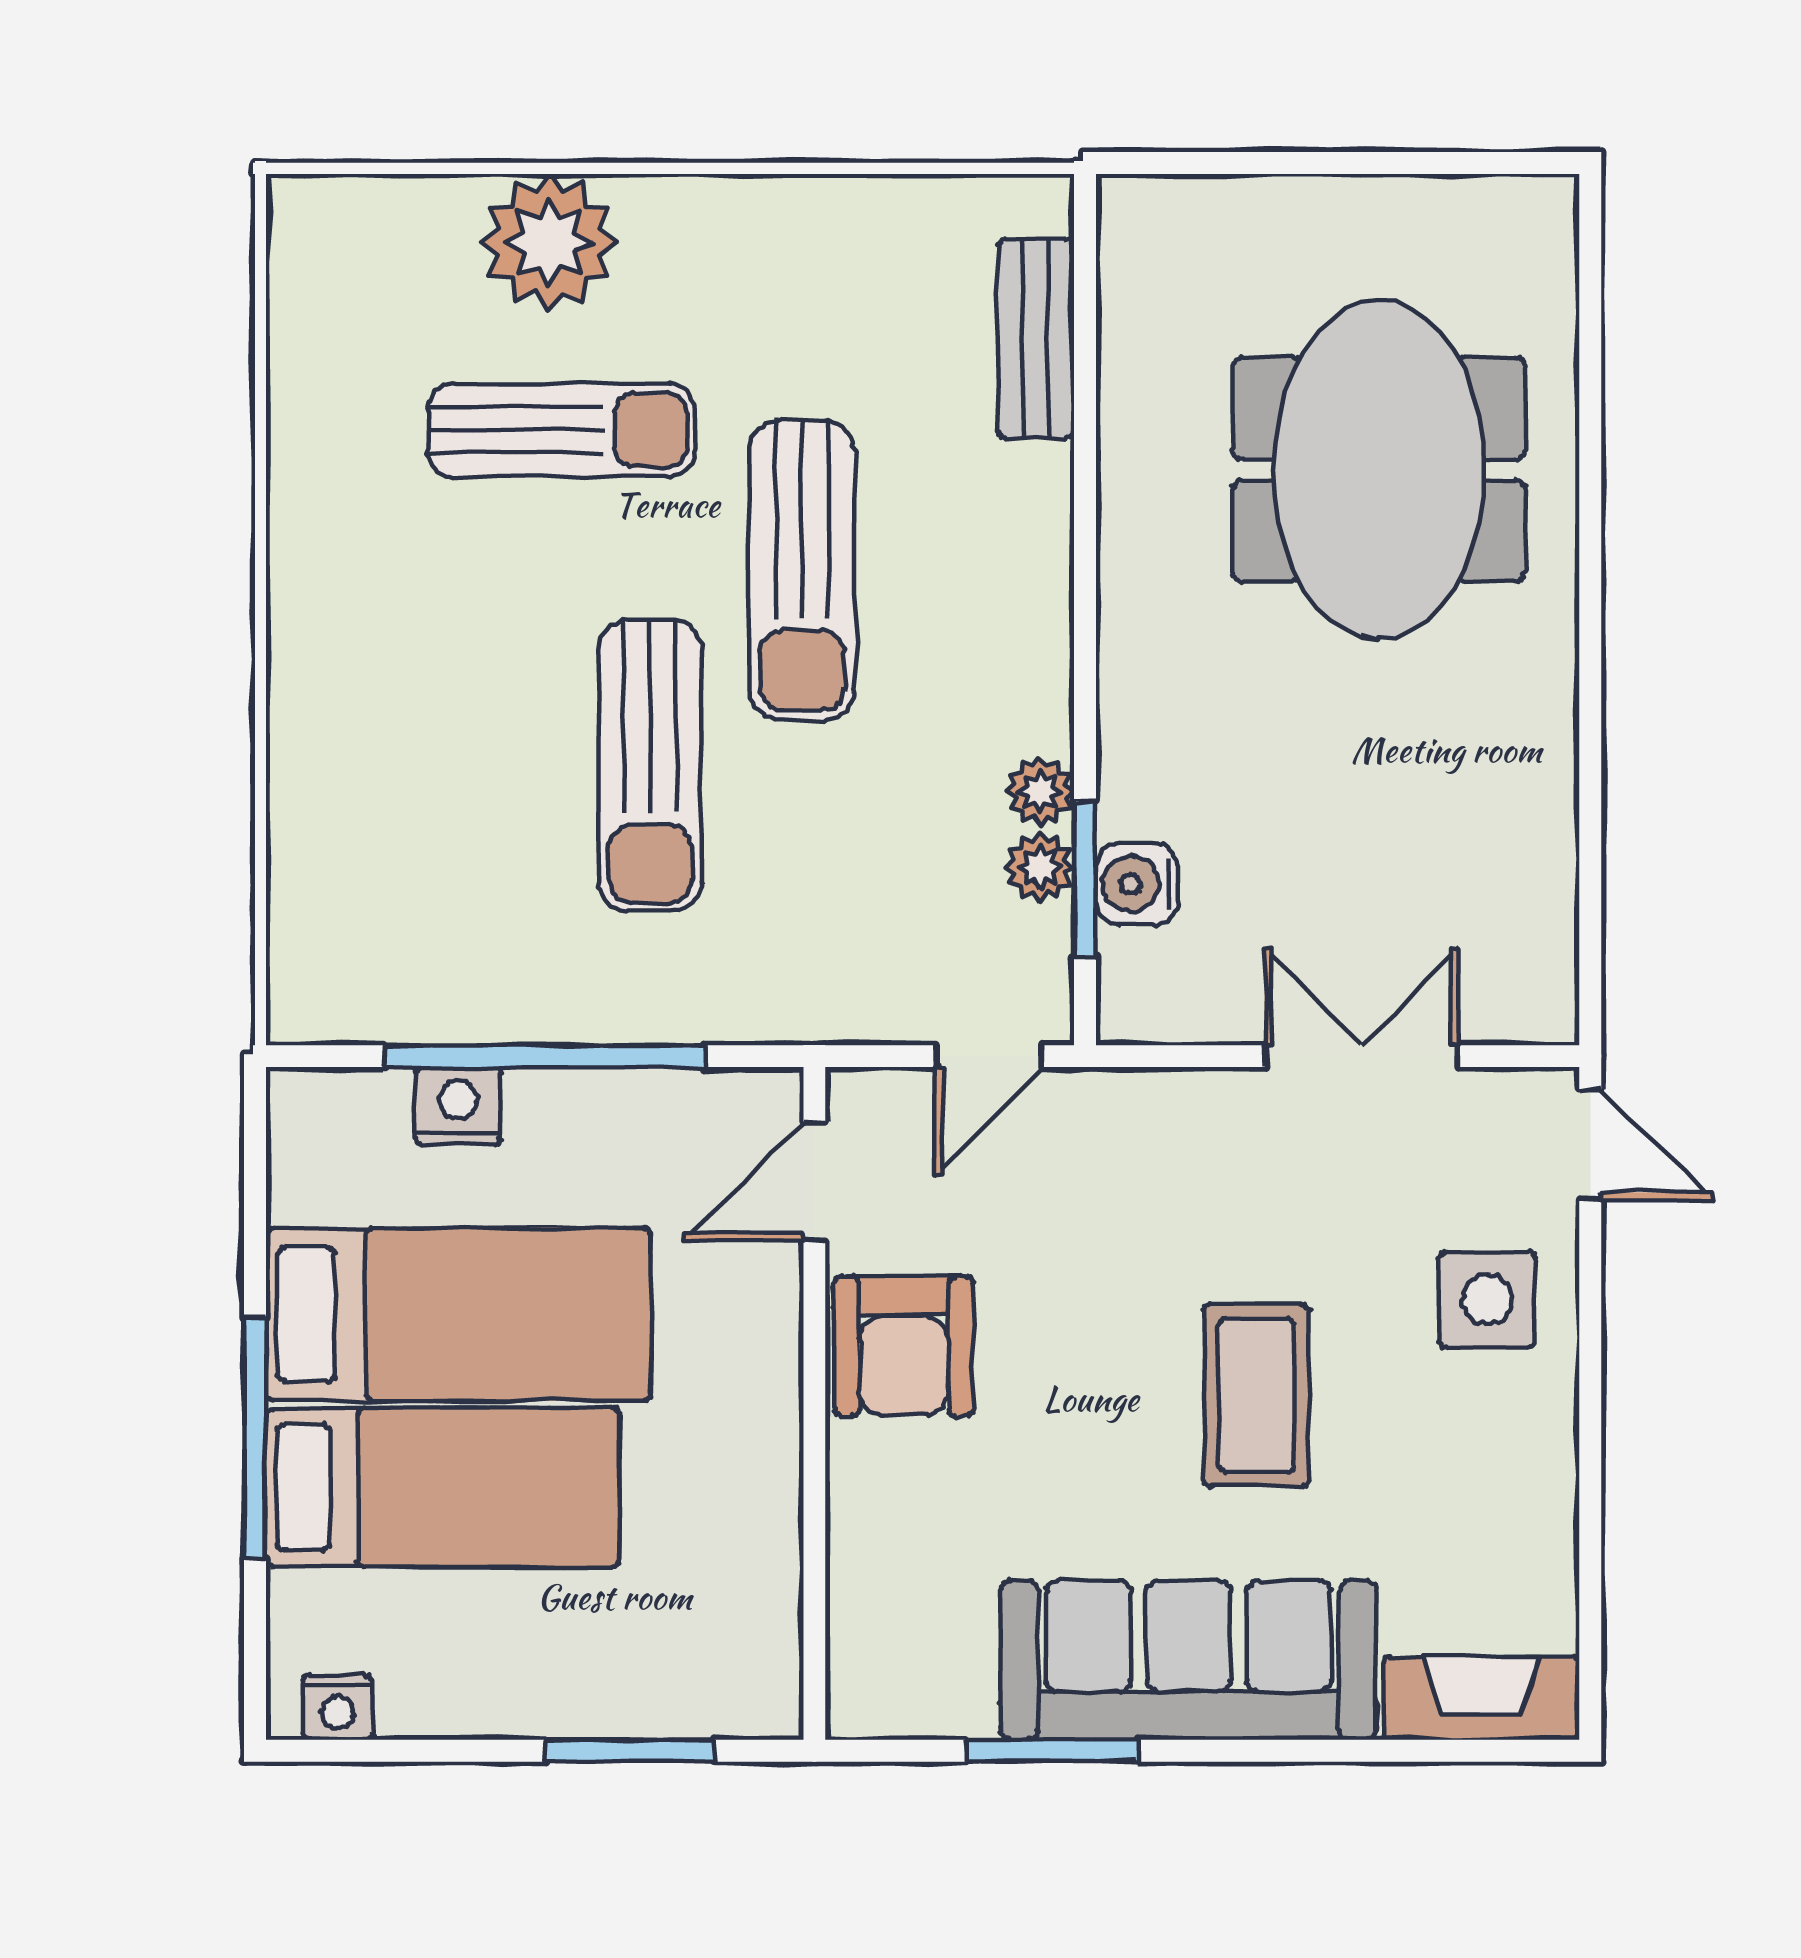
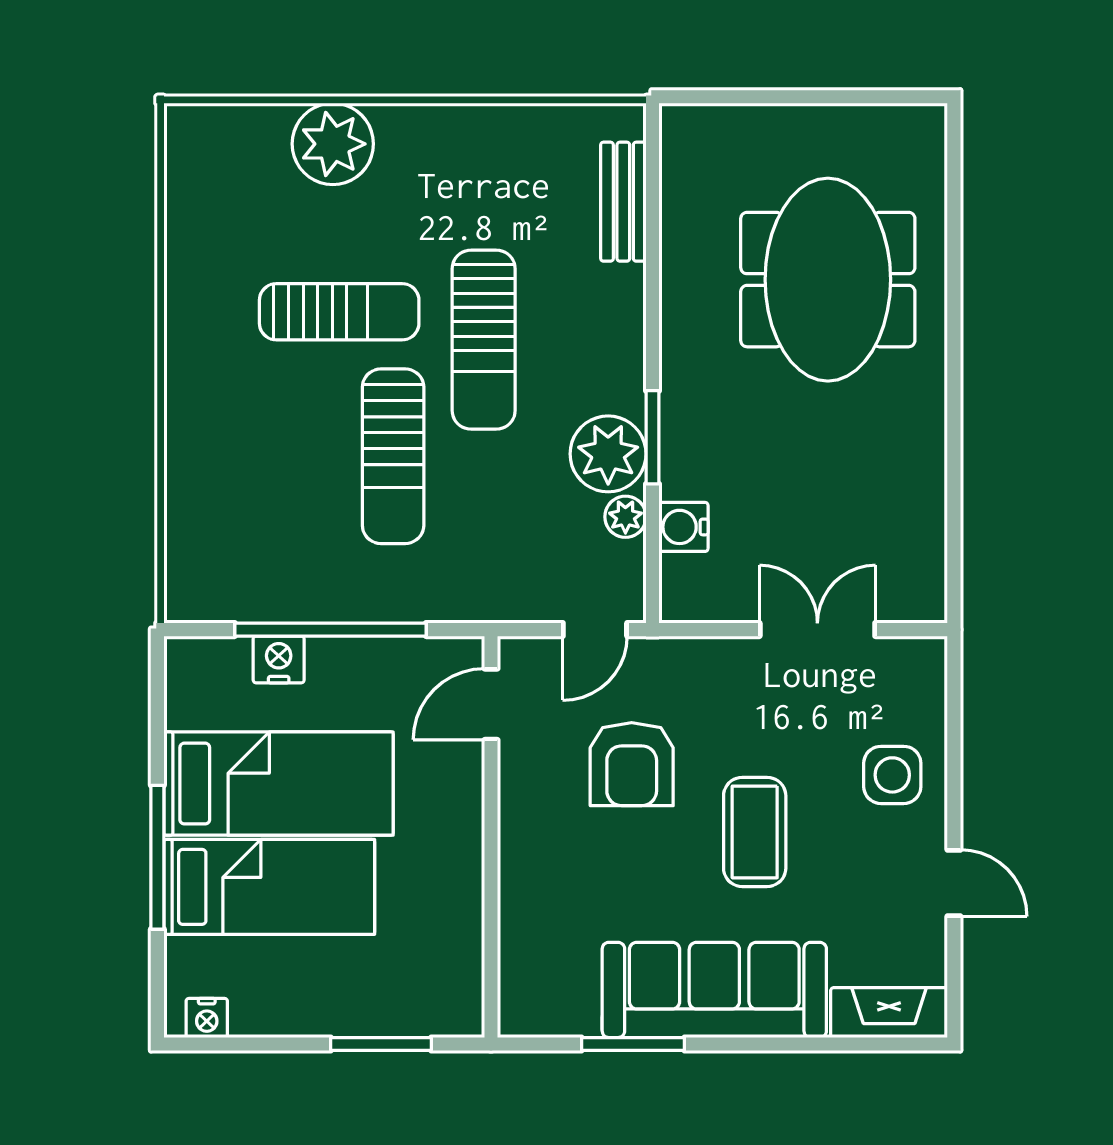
sun lounger: (561, 430) -> (339, 312), moved
plant: (1040, 791) -> (608, 454), width x1.87, depth x1.87
window: (1085, 879) -> (653, 437), moved
door: (1590, 1145) -> (954, 883), moved
armchair: (904, 1346) -> (632, 764), moved

